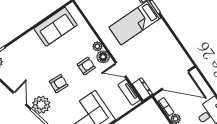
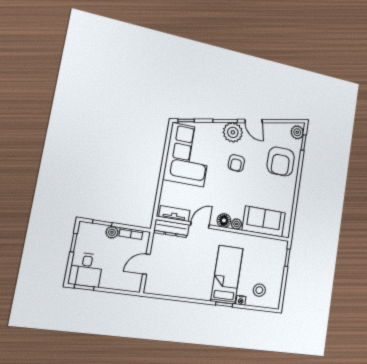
sofa: (56, 27) -> (264, 221), moved, turned 90
armchair: (86, 66) -> (281, 161), moved, width x1.88, depth x1.88
door: (175, 80) -> (146, 264), width x0.53
dresser: (142, 89) -> (171, 229), width x1.44

